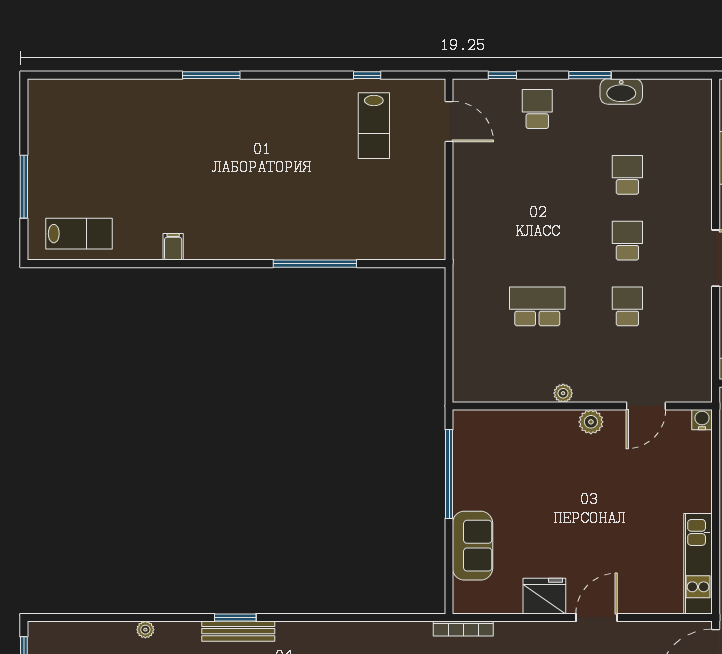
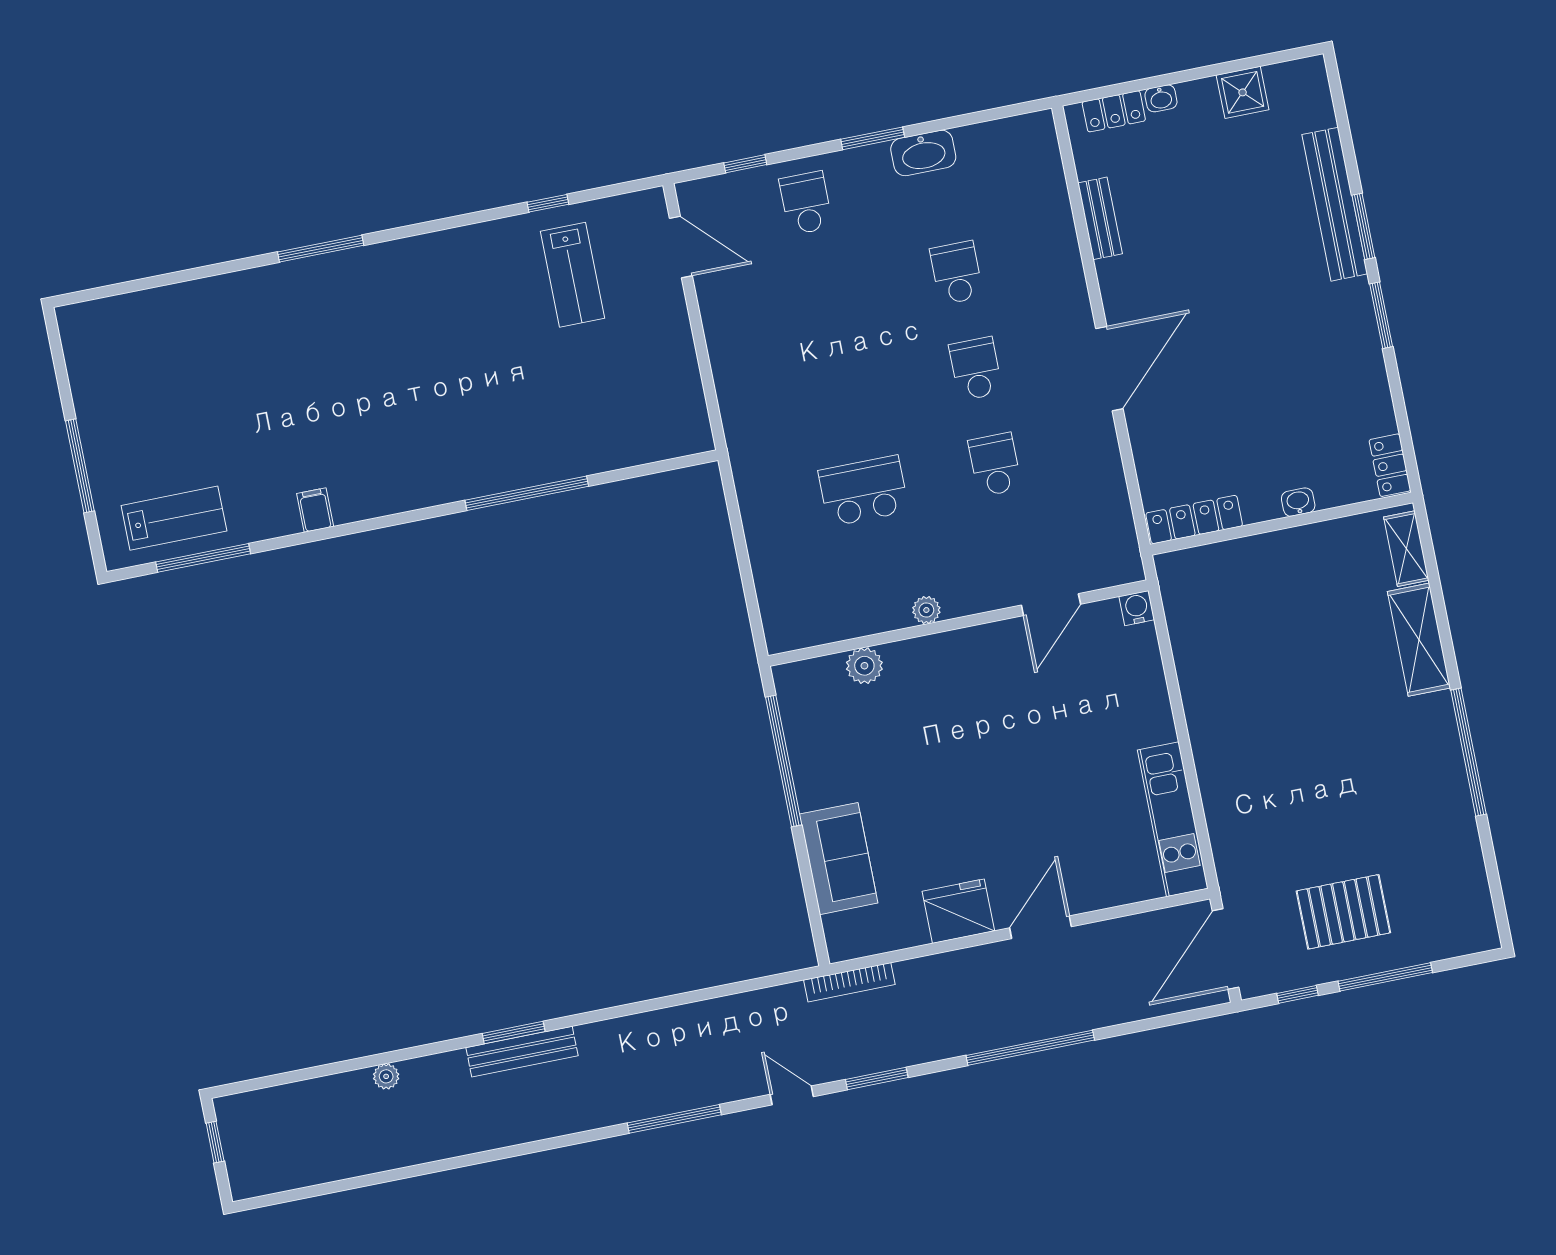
window: (93, 264) -> (203, 558), added
plant: (591, 422) -> (864, 666), moved

